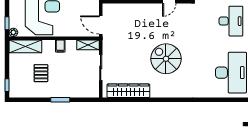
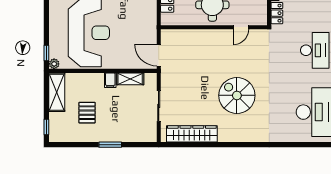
shelving: (88, 45) -> (130, 79), moved
shelving: (25, 46) -> (57, 92), moved, turned 90

